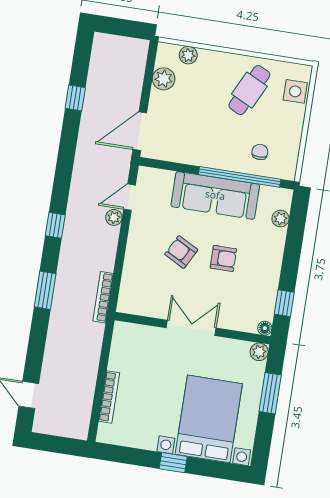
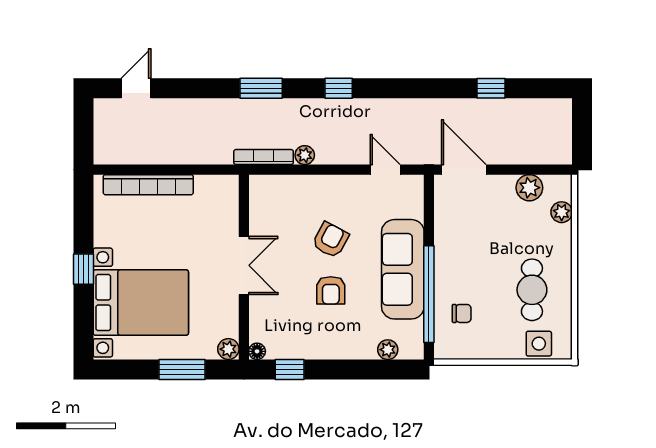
cafe table: (249, 90) -> (532, 290), turned 64
plant: (114, 217) -> (305, 155), moved
bookcase: (109, 397) -> (148, 185), width x1.48, depth x1.31

